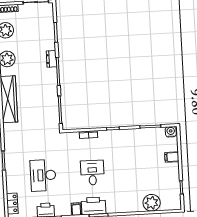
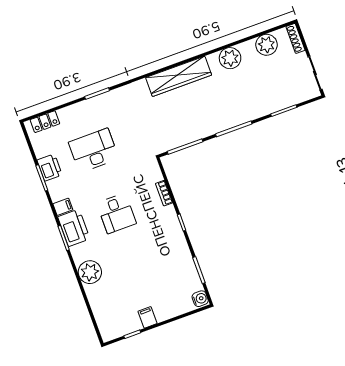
dresser: (51, 59) -> (248, 115), removed
filing cabinet: (172, 157) -> (148, 317), moved
desk: (92, 173) -> (116, 213), turned 90
plant: (152, 203) -> (90, 272), moved

